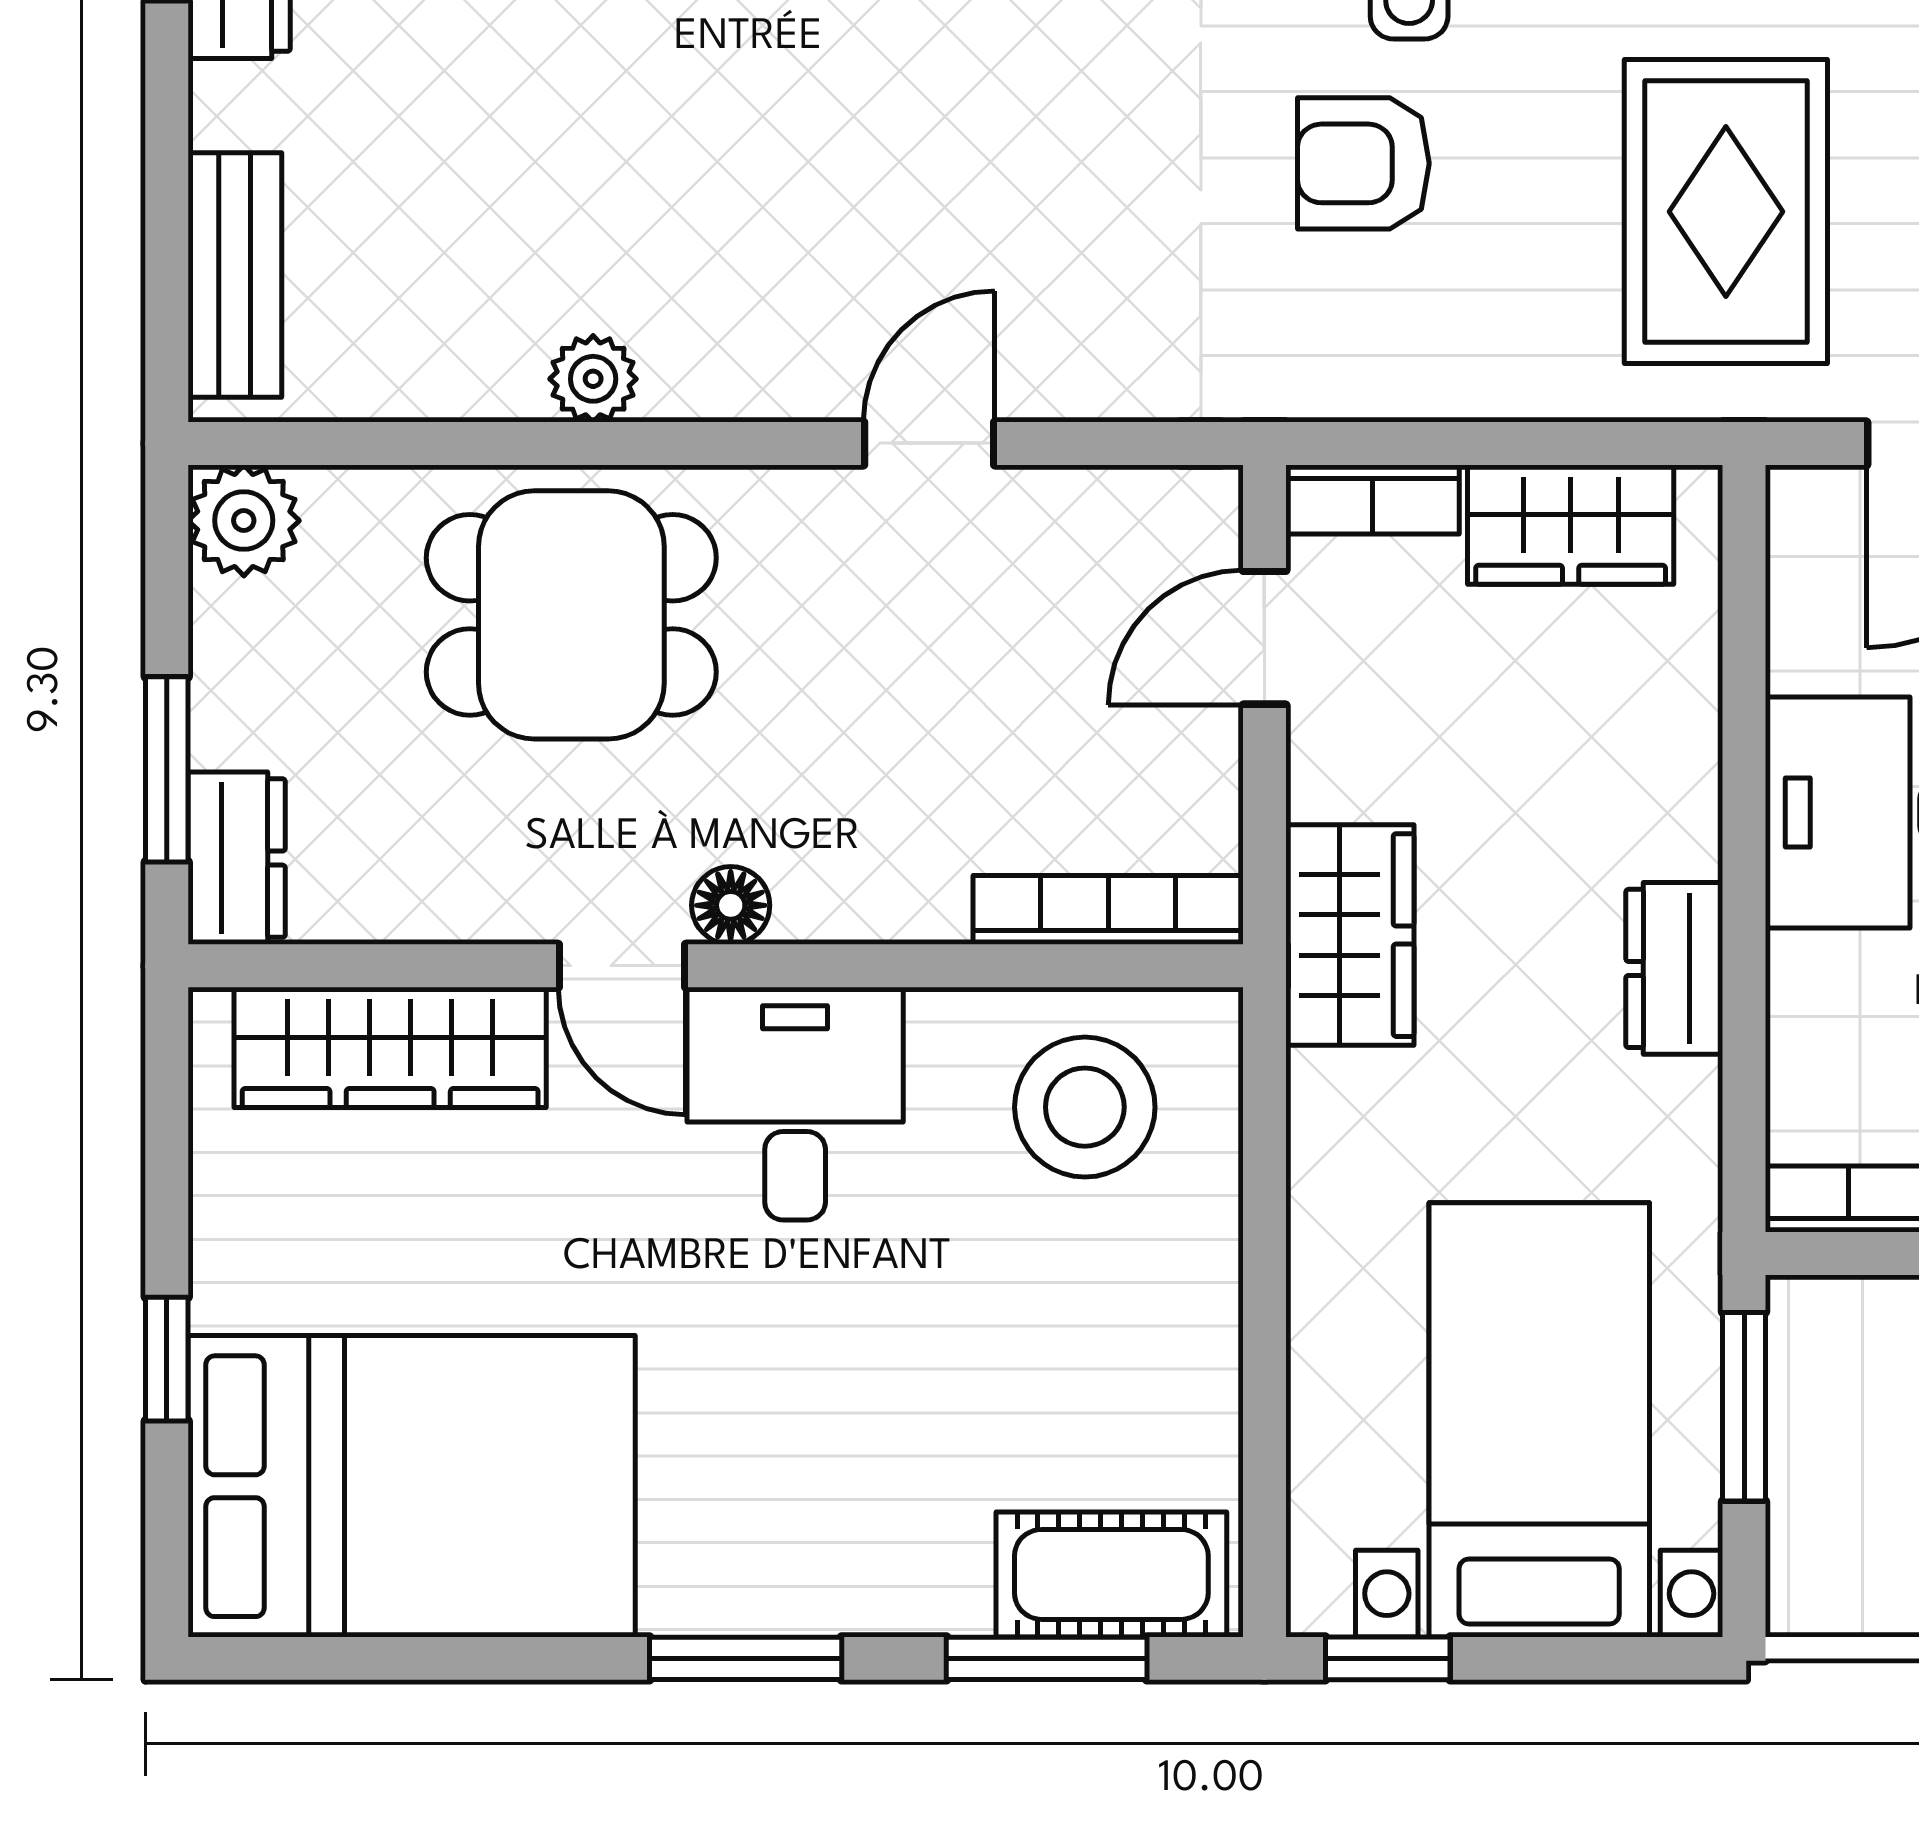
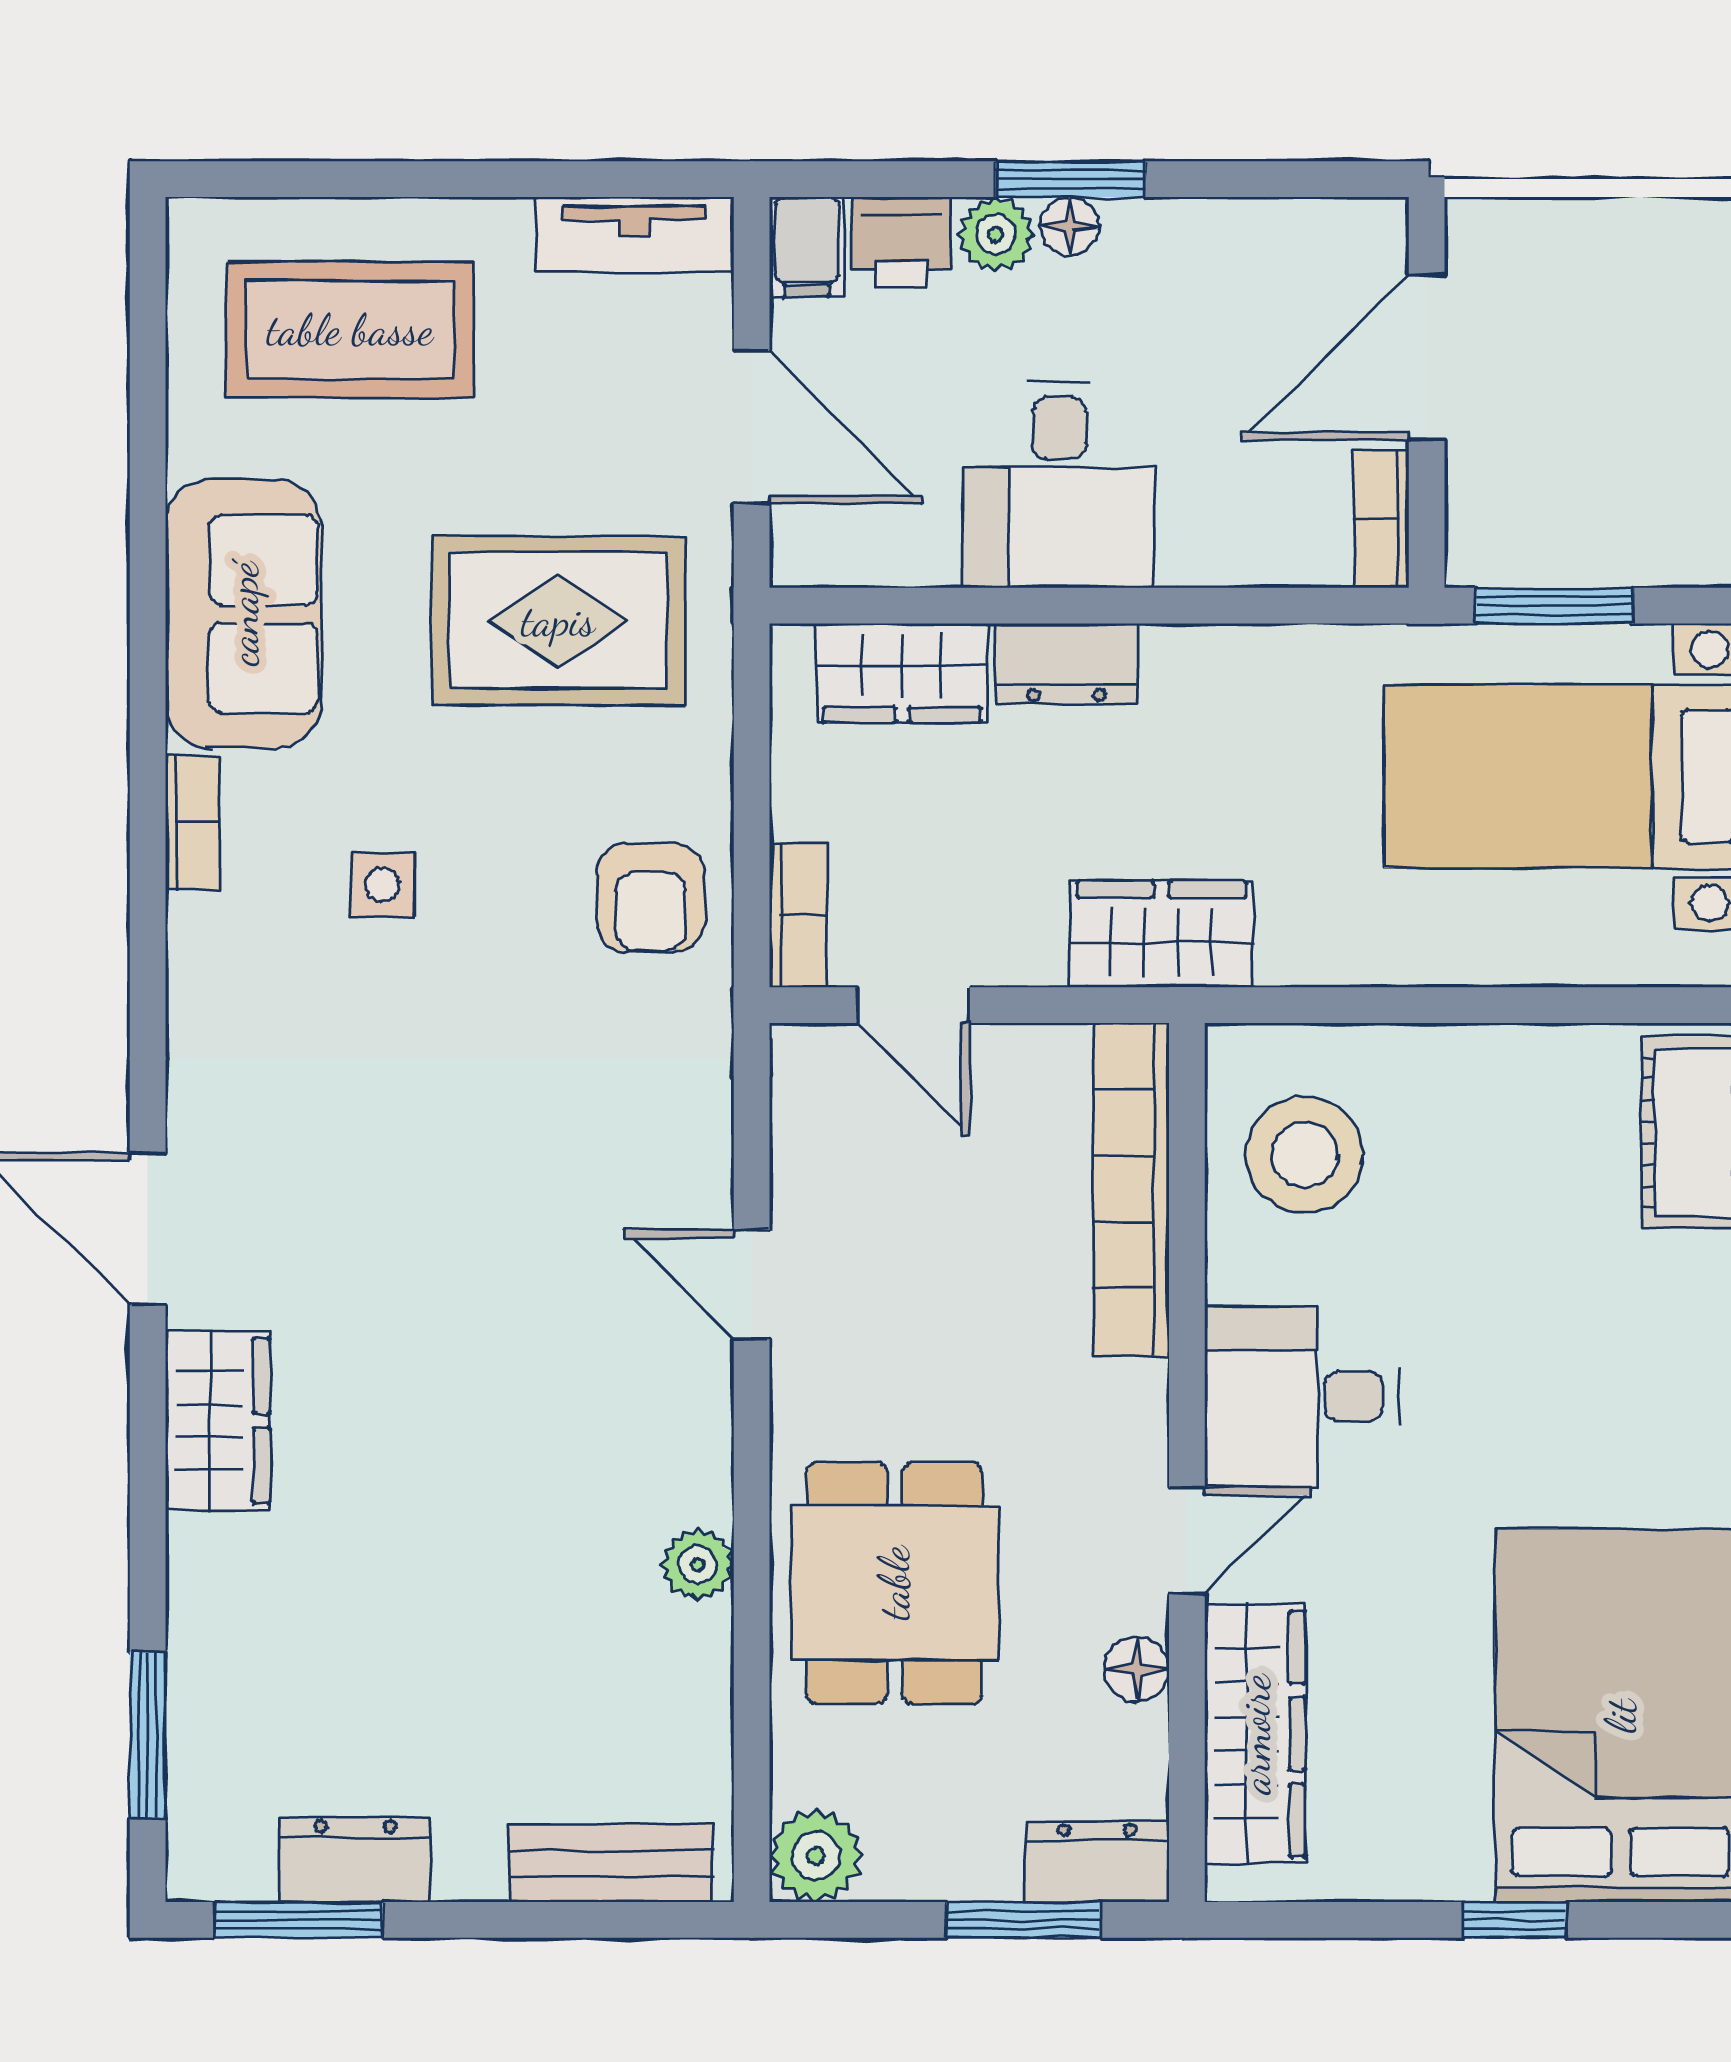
armchair: (1363, 163) -> (650, 898), moved
wardrobe: (1571, 525) -> (902, 673), moved, turned 90
floor lamp: (731, 905) -> (1137, 1669), moved
bookcase: (1108, 910) -> (1131, 1189), width x1.48, depth x1.31
dresser: (1674, 968) -> (1067, 664), moved

